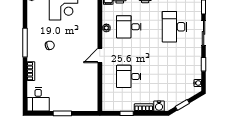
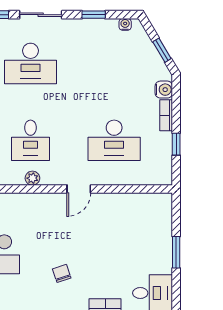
door: (100, 55) -> (79, 189), hinge flipped
desk: (129, 76) -> (114, 140), width x1.37

